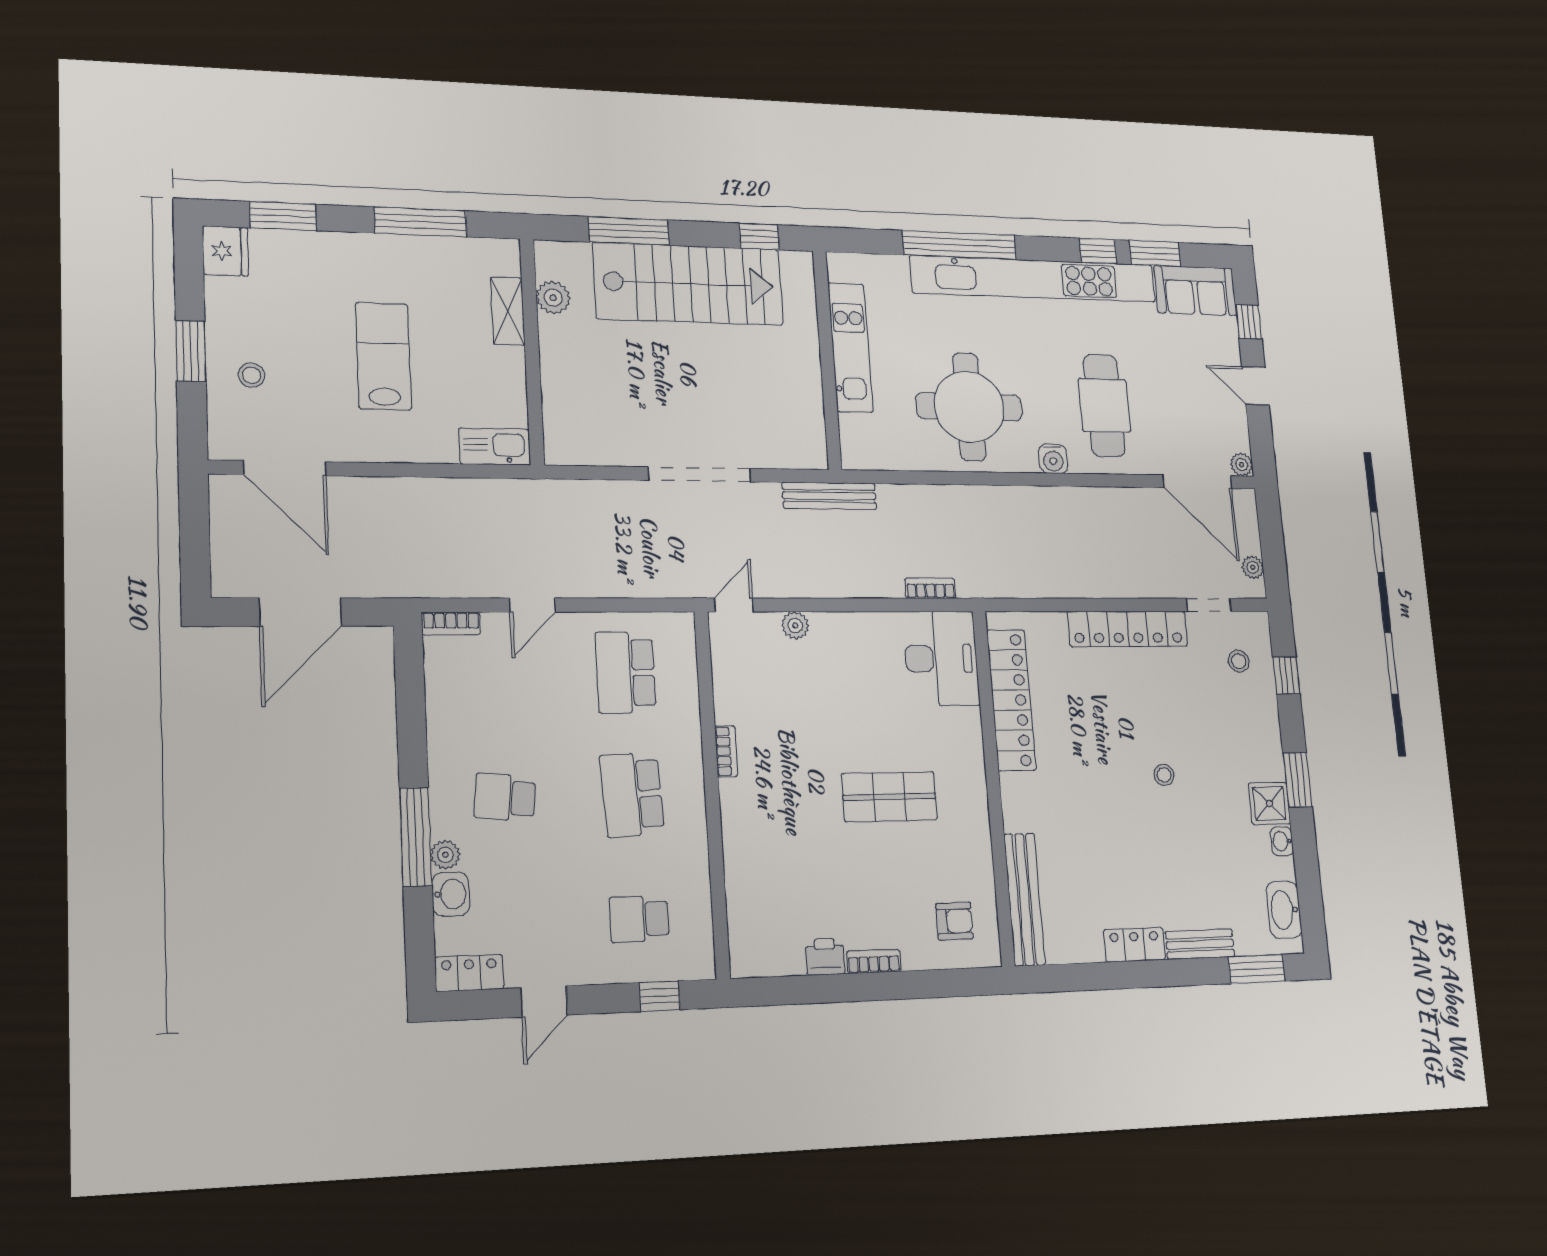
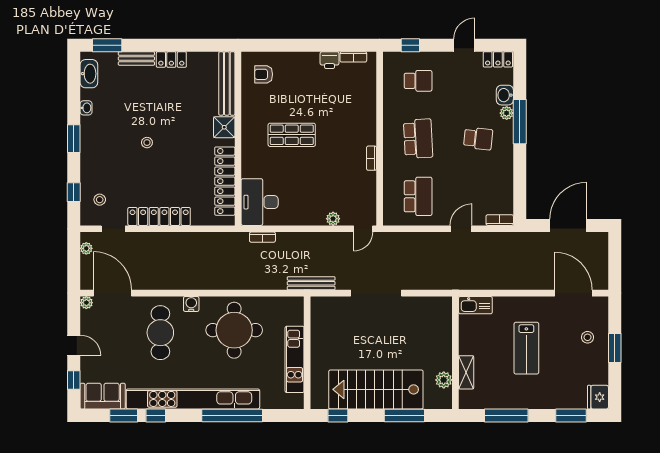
shower: (1269, 803) -> (224, 127), moved
bookcase: (874, 961) -> (353, 57), moved

